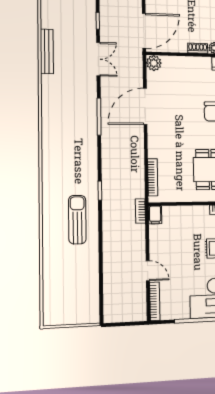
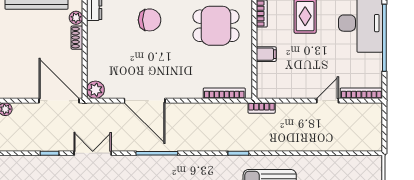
filing cabinet: (155, 215) -> (266, 54), moved

